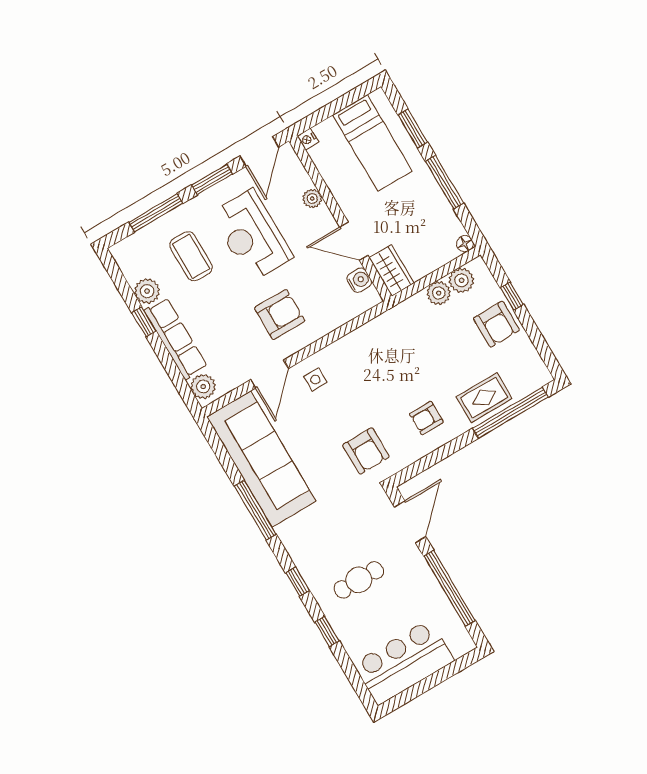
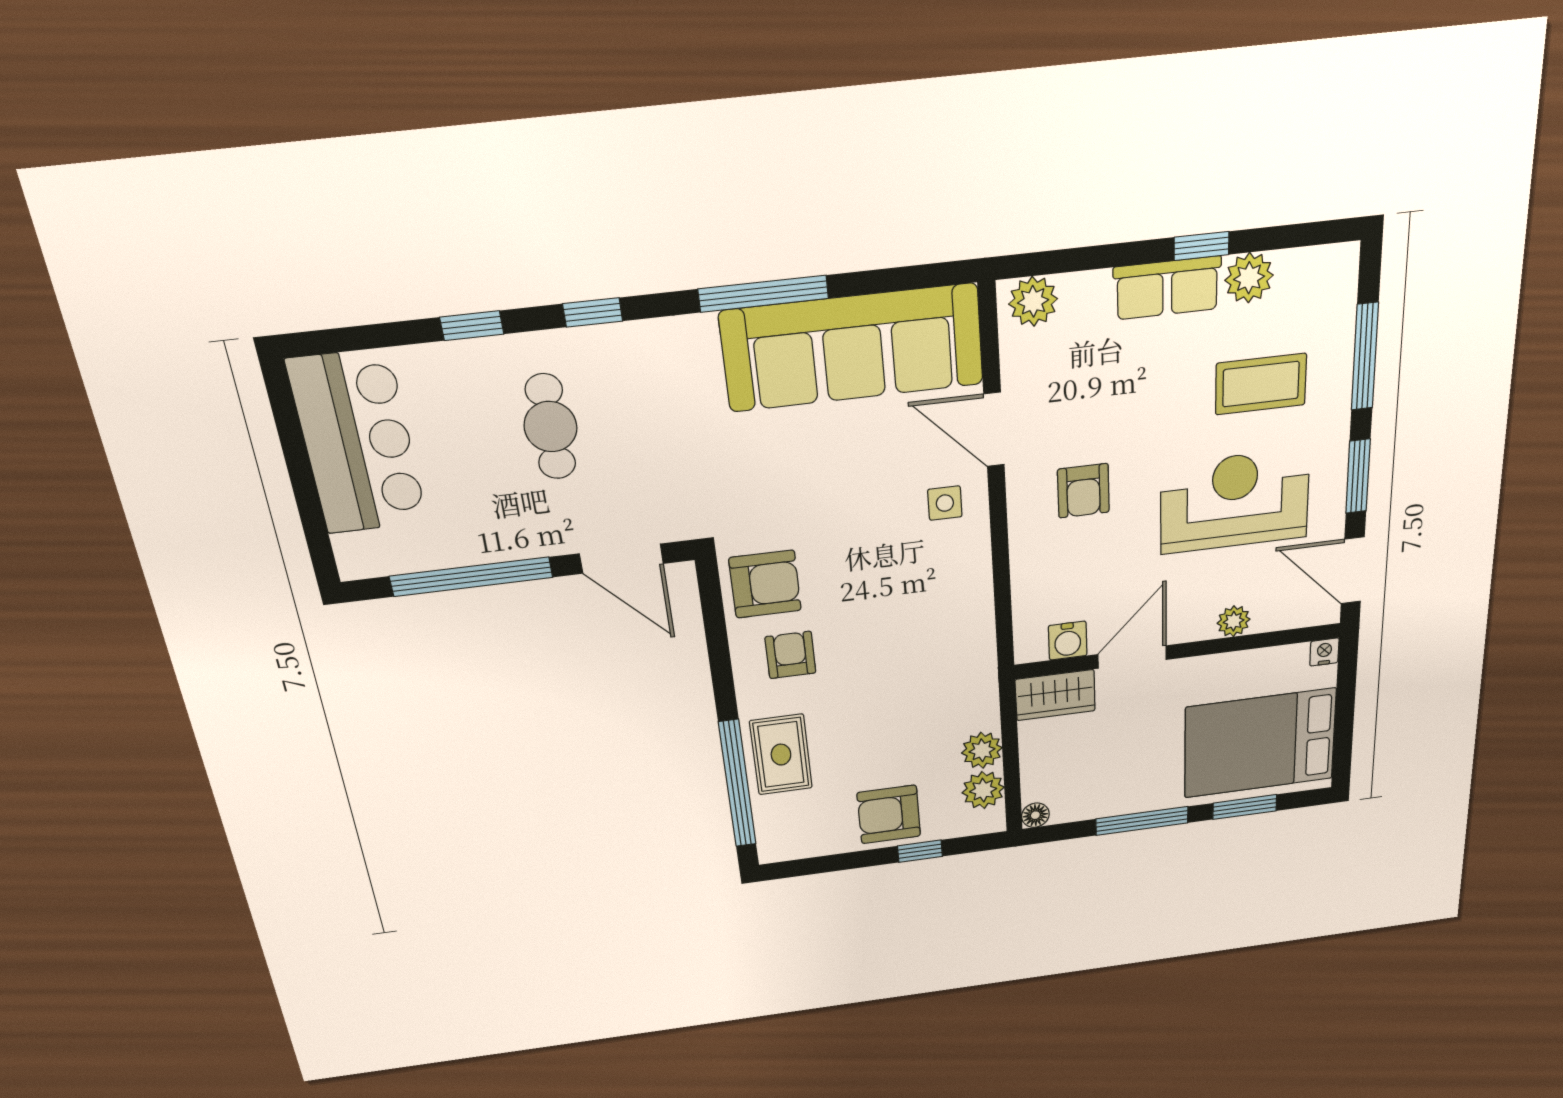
bed: (372, 143) -> (1260, 743), width x1.50
armchair: (280, 315) -> (1083, 491), width x0.72, depth x0.72
row of seats: (176, 339) -> (1167, 288), width x0.68
armchair: (366, 451) -> (765, 584), moved, turned 180

